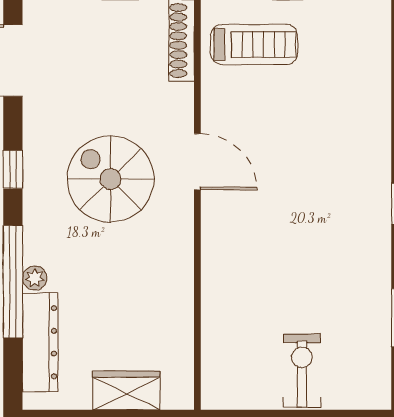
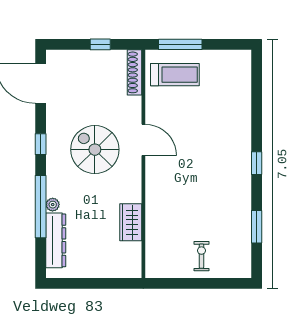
exercise bike: (302, 371) -> (201, 256), width x0.73, depth x0.72
wardrobe: (126, 391) -> (131, 222), moved, turned -90

